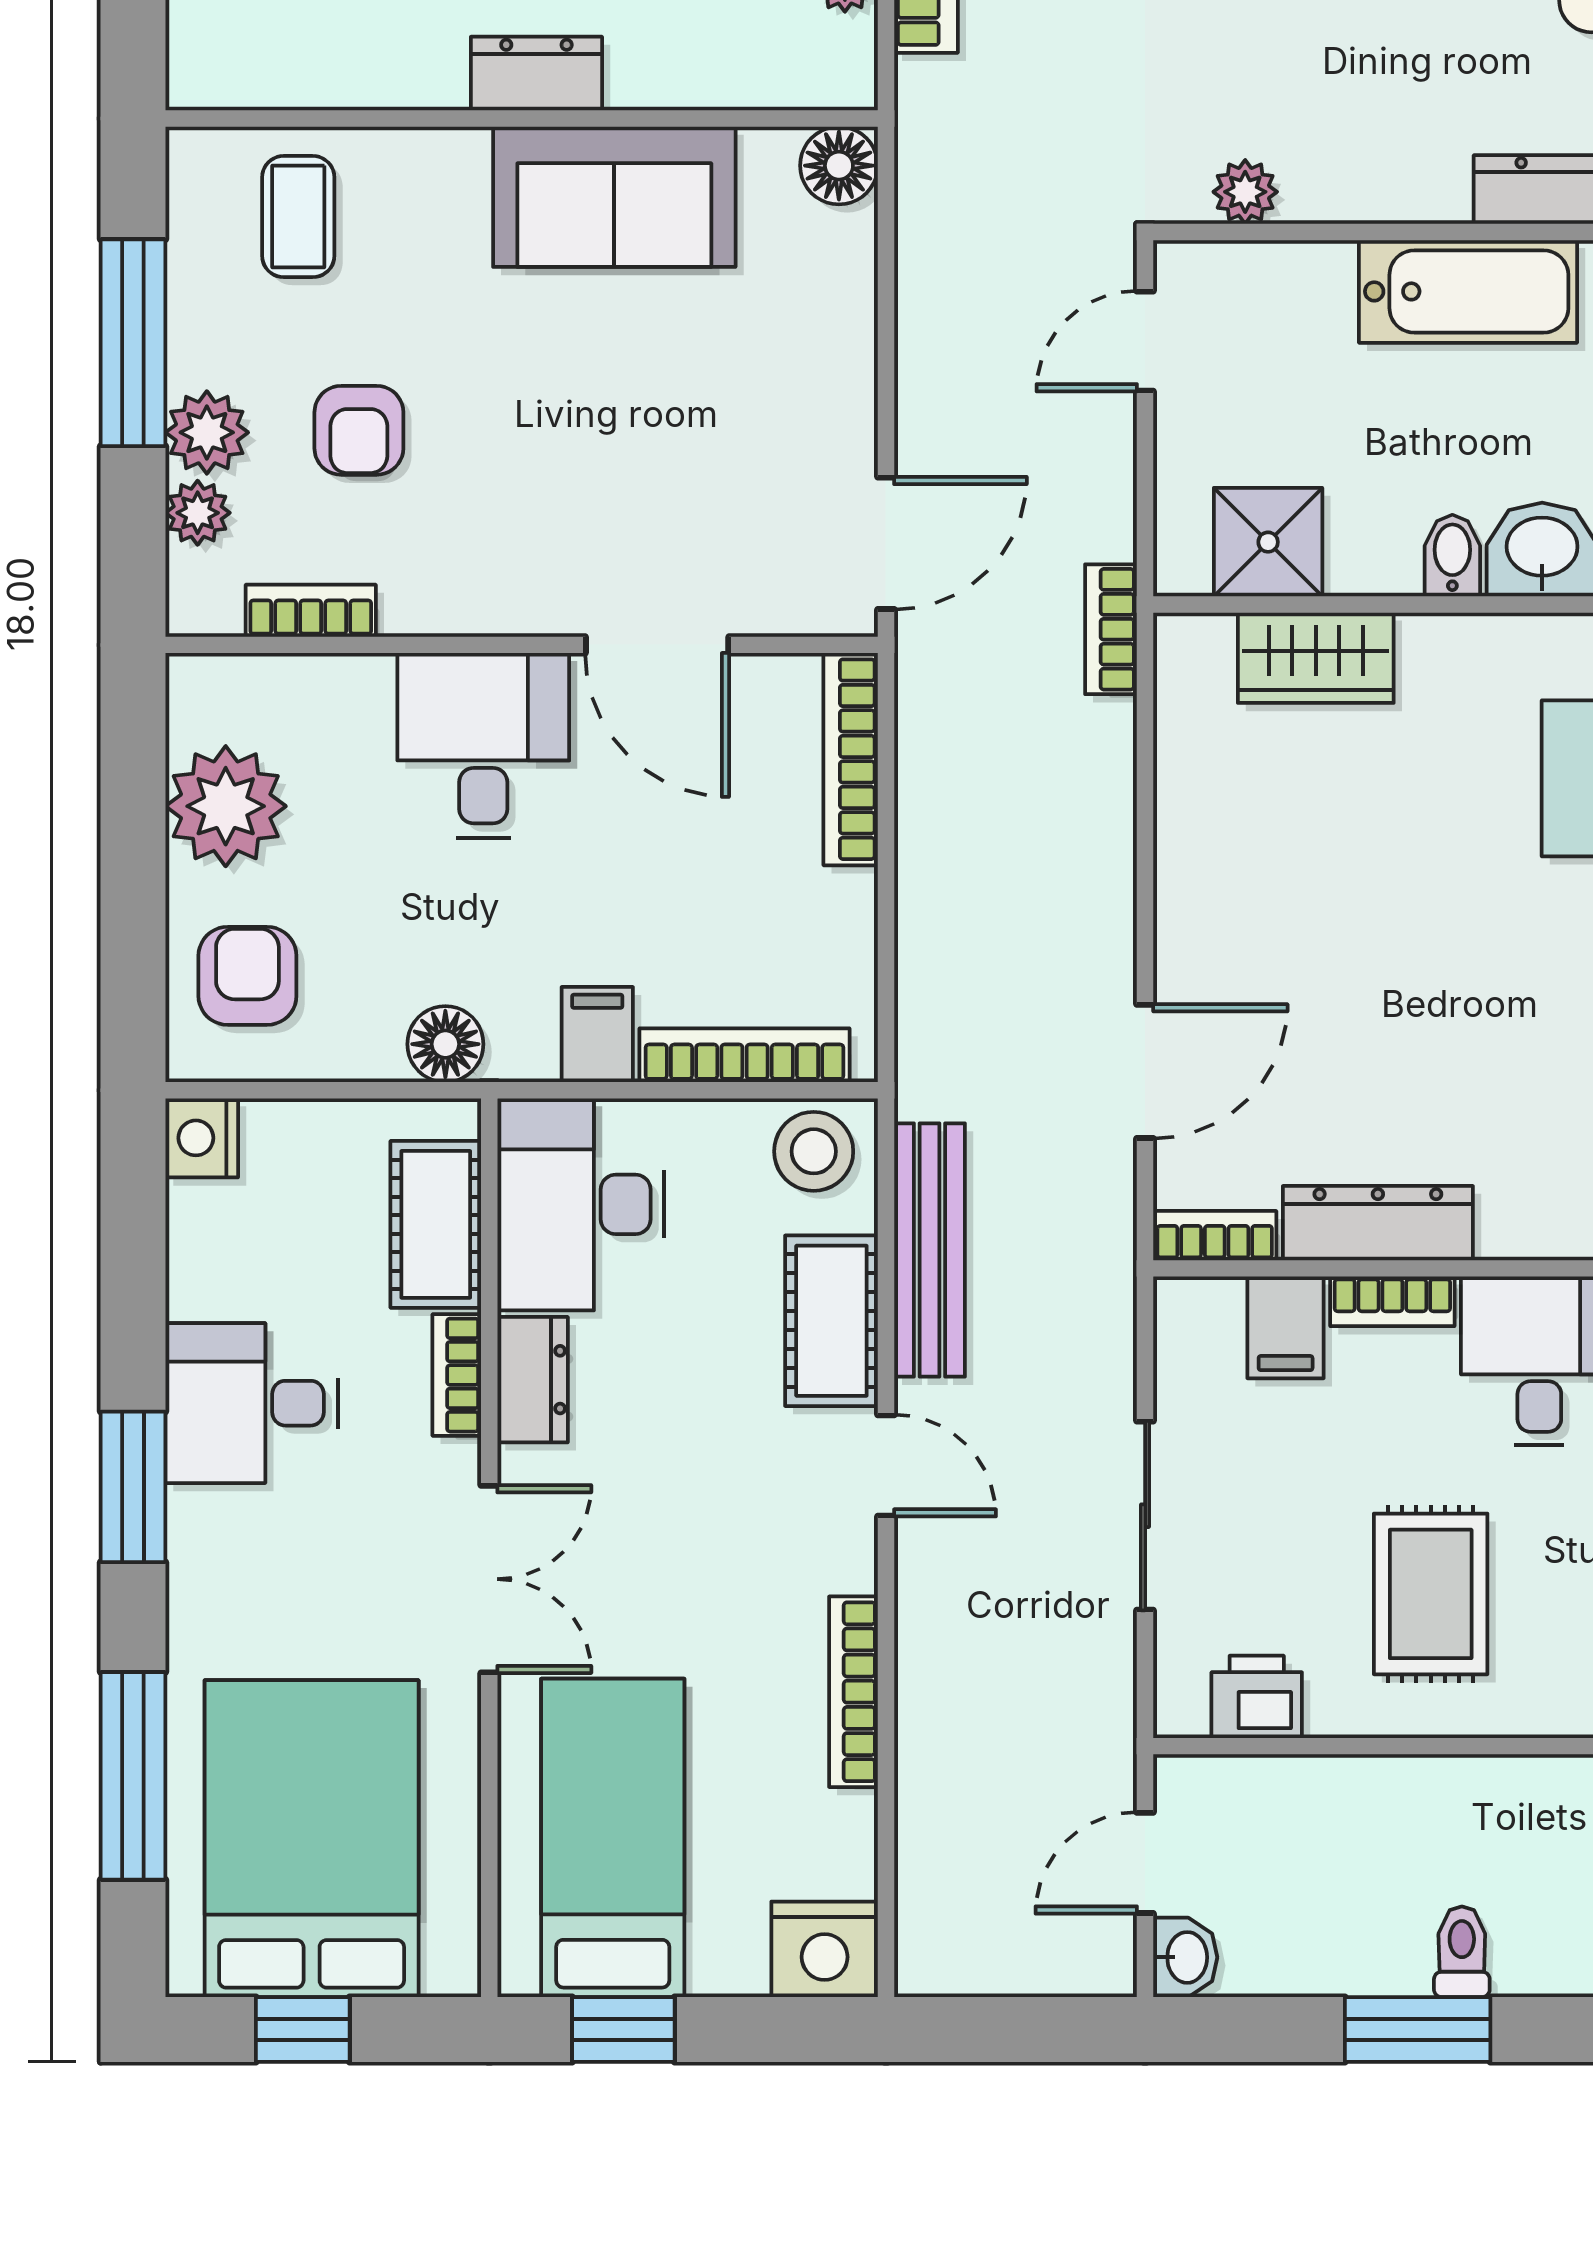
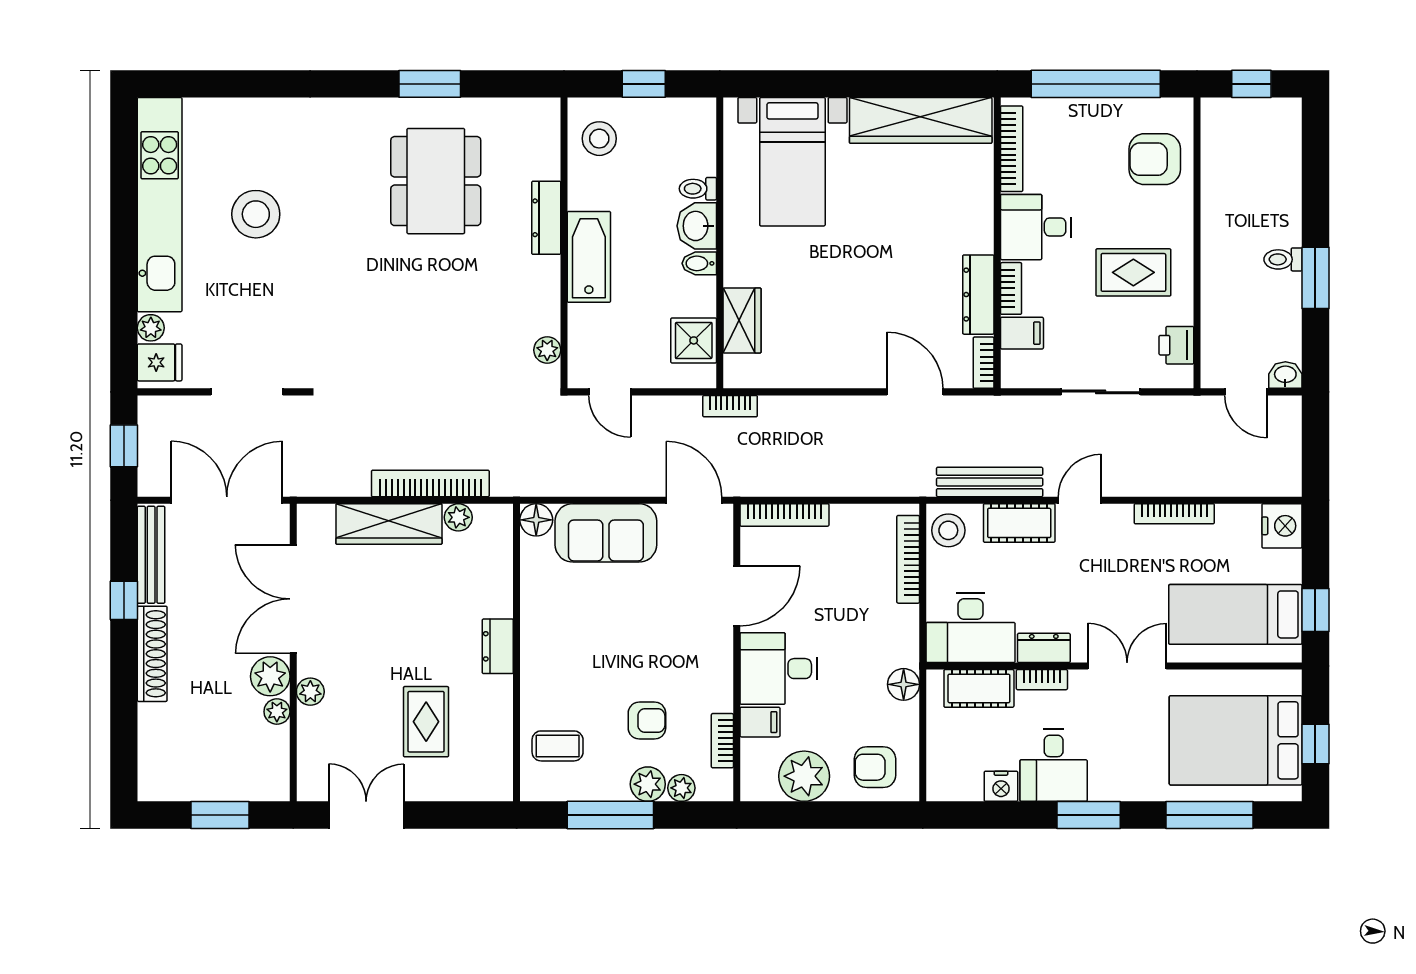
sofa: (614, 197) -> (606, 533), moved, turned 90
filing cabinet: (597, 1035) -> (760, 722), moved, turned 180
nightstand: (202, 1138) -> (1001, 786), moved

